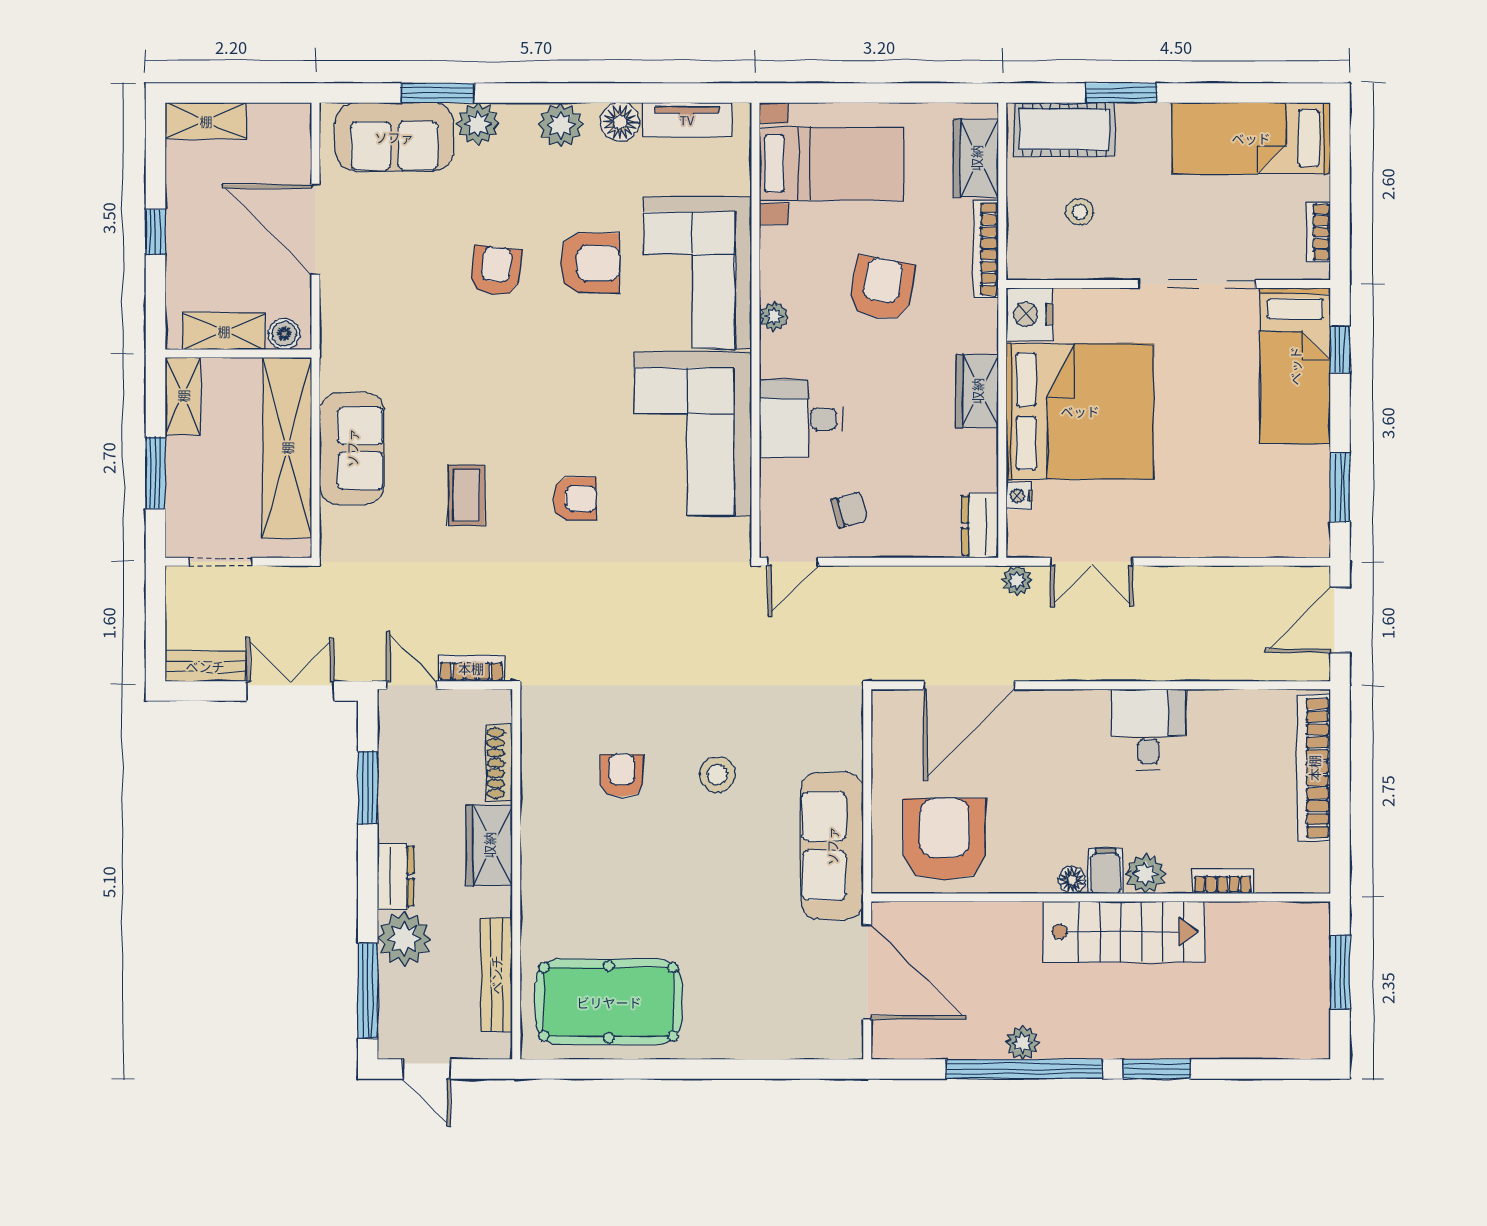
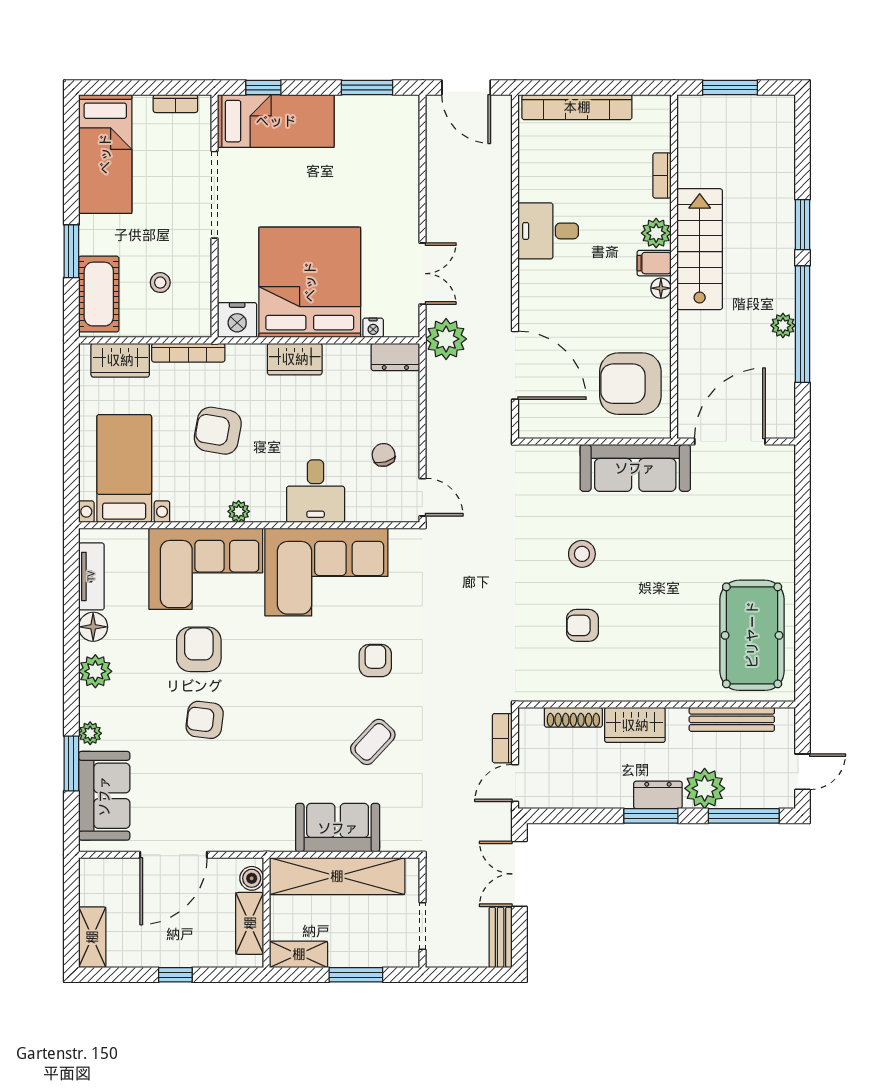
plant: (478, 124) -> (90, 733), width x0.73, depth x0.73
coffee table: (466, 495) -> (373, 742), turned -47
plant: (1017, 580) -> (446, 339), width x1.87, depth x1.87
window: (368, 788) -> (651, 816), moved

